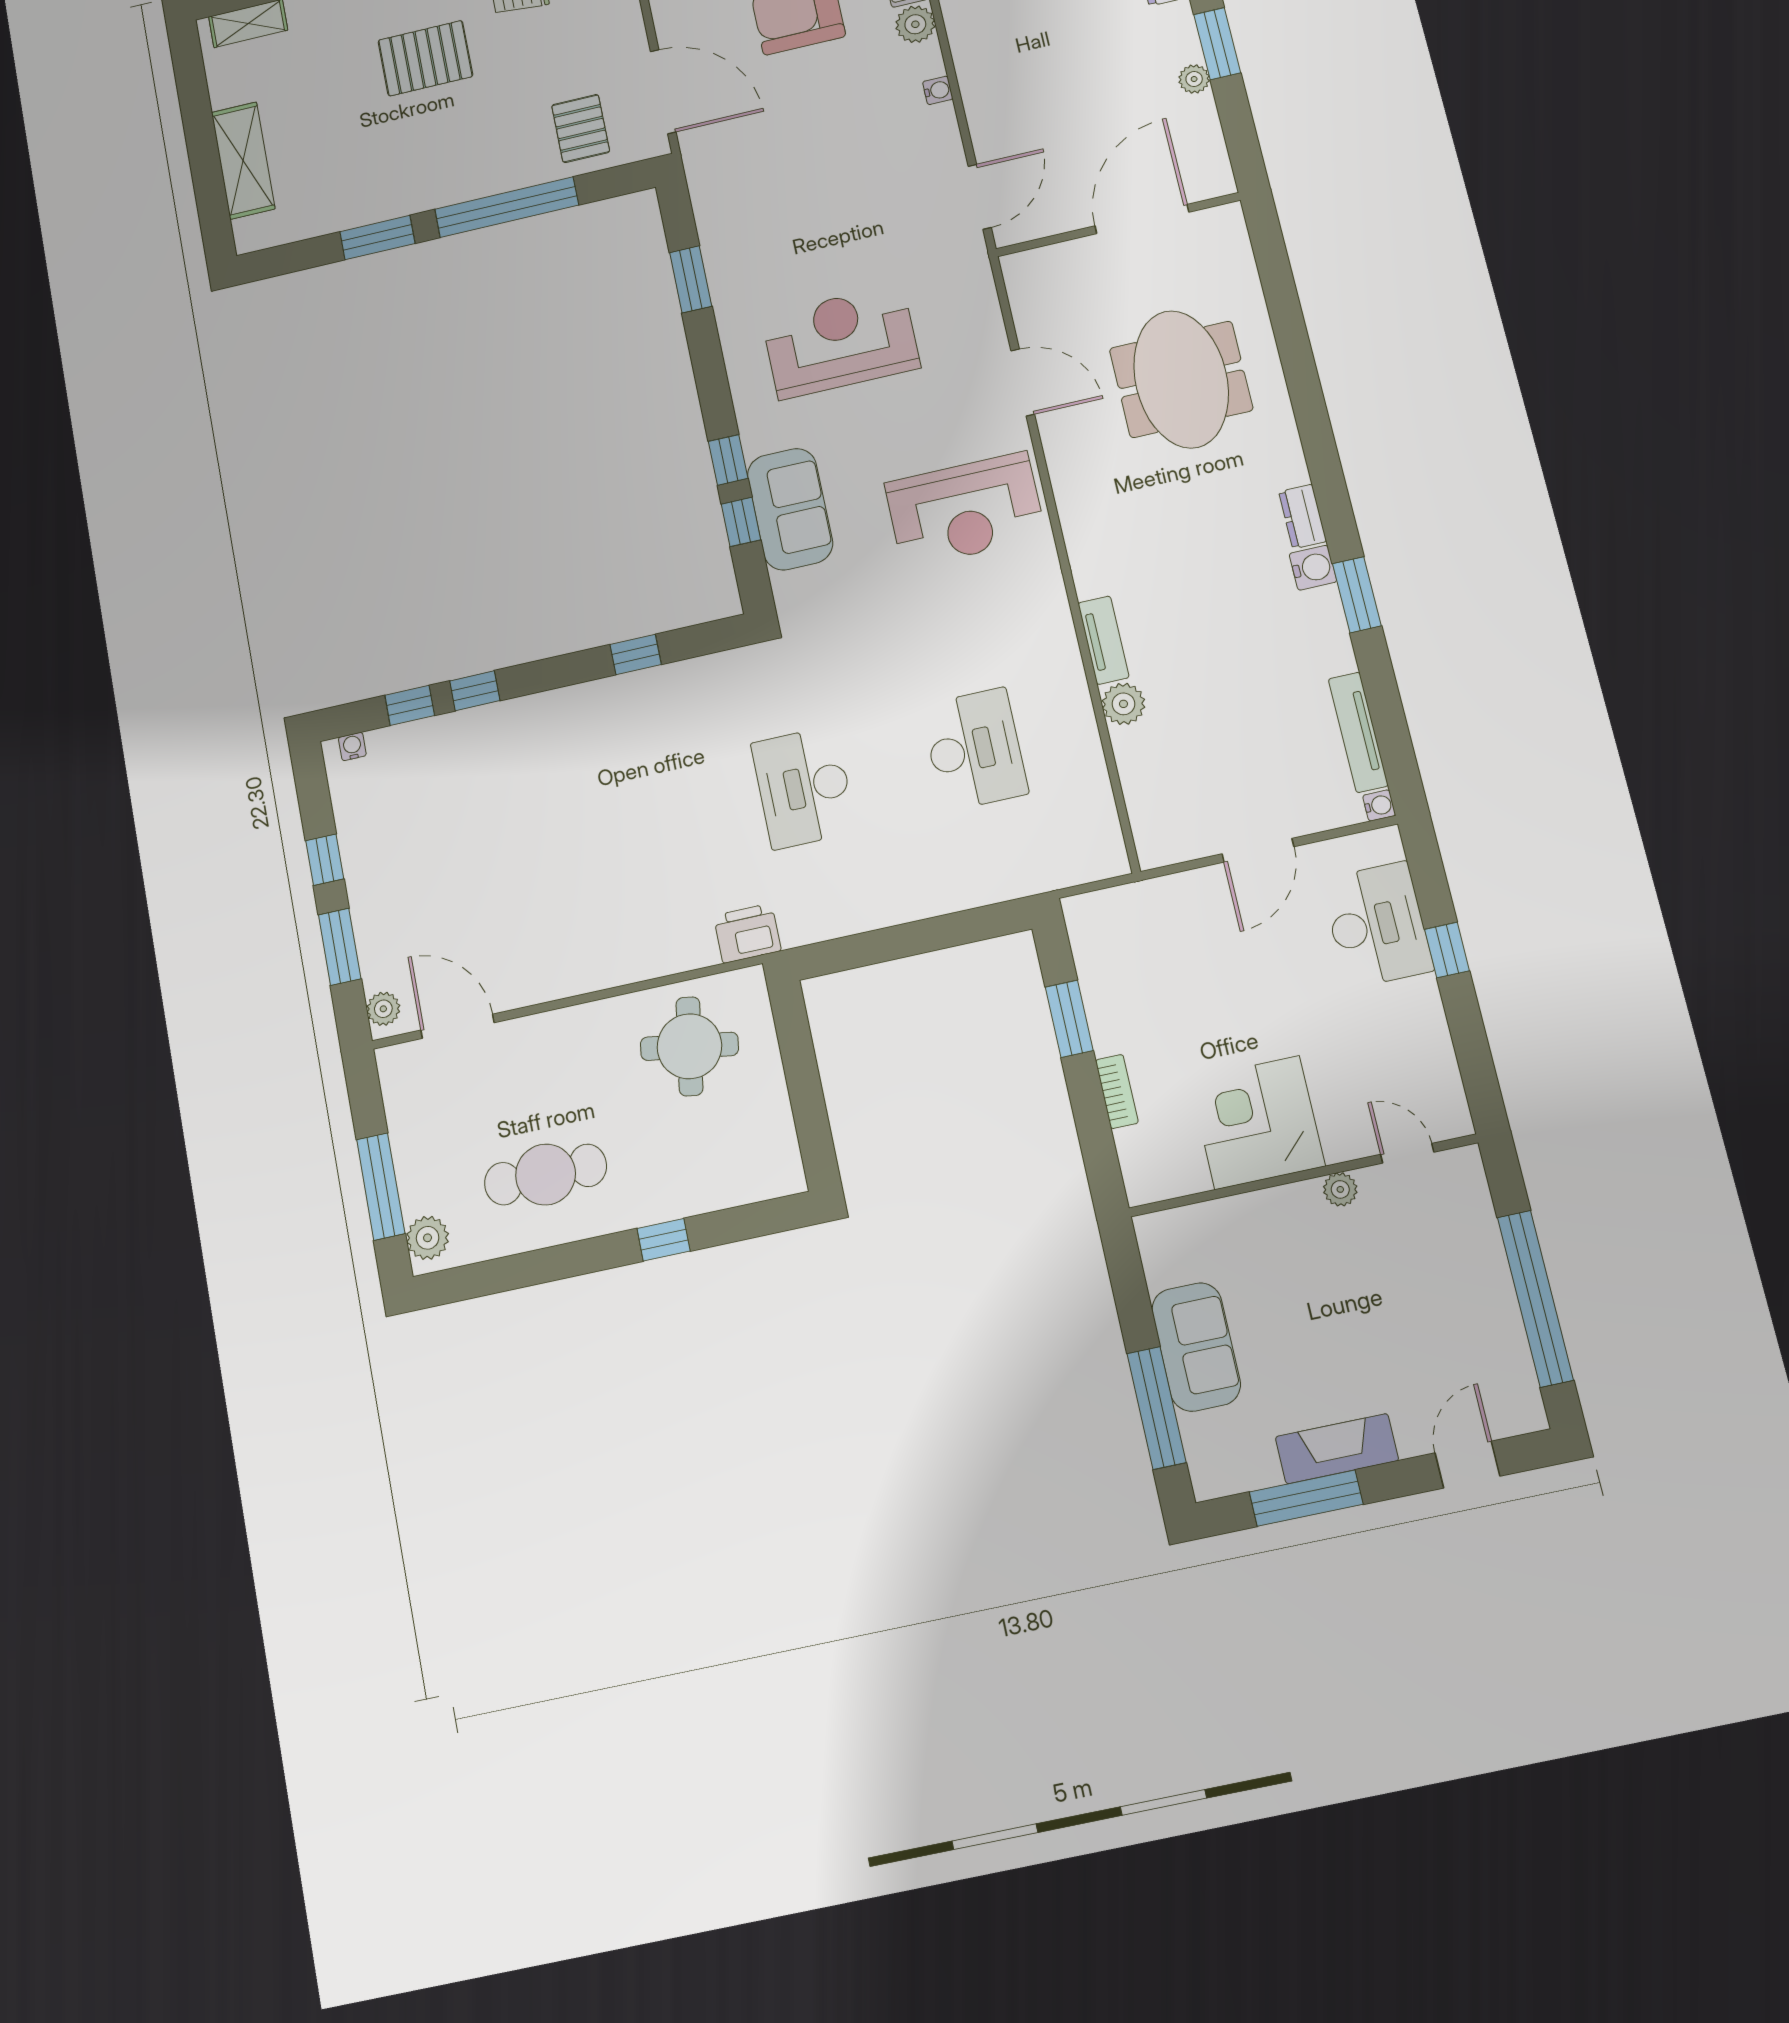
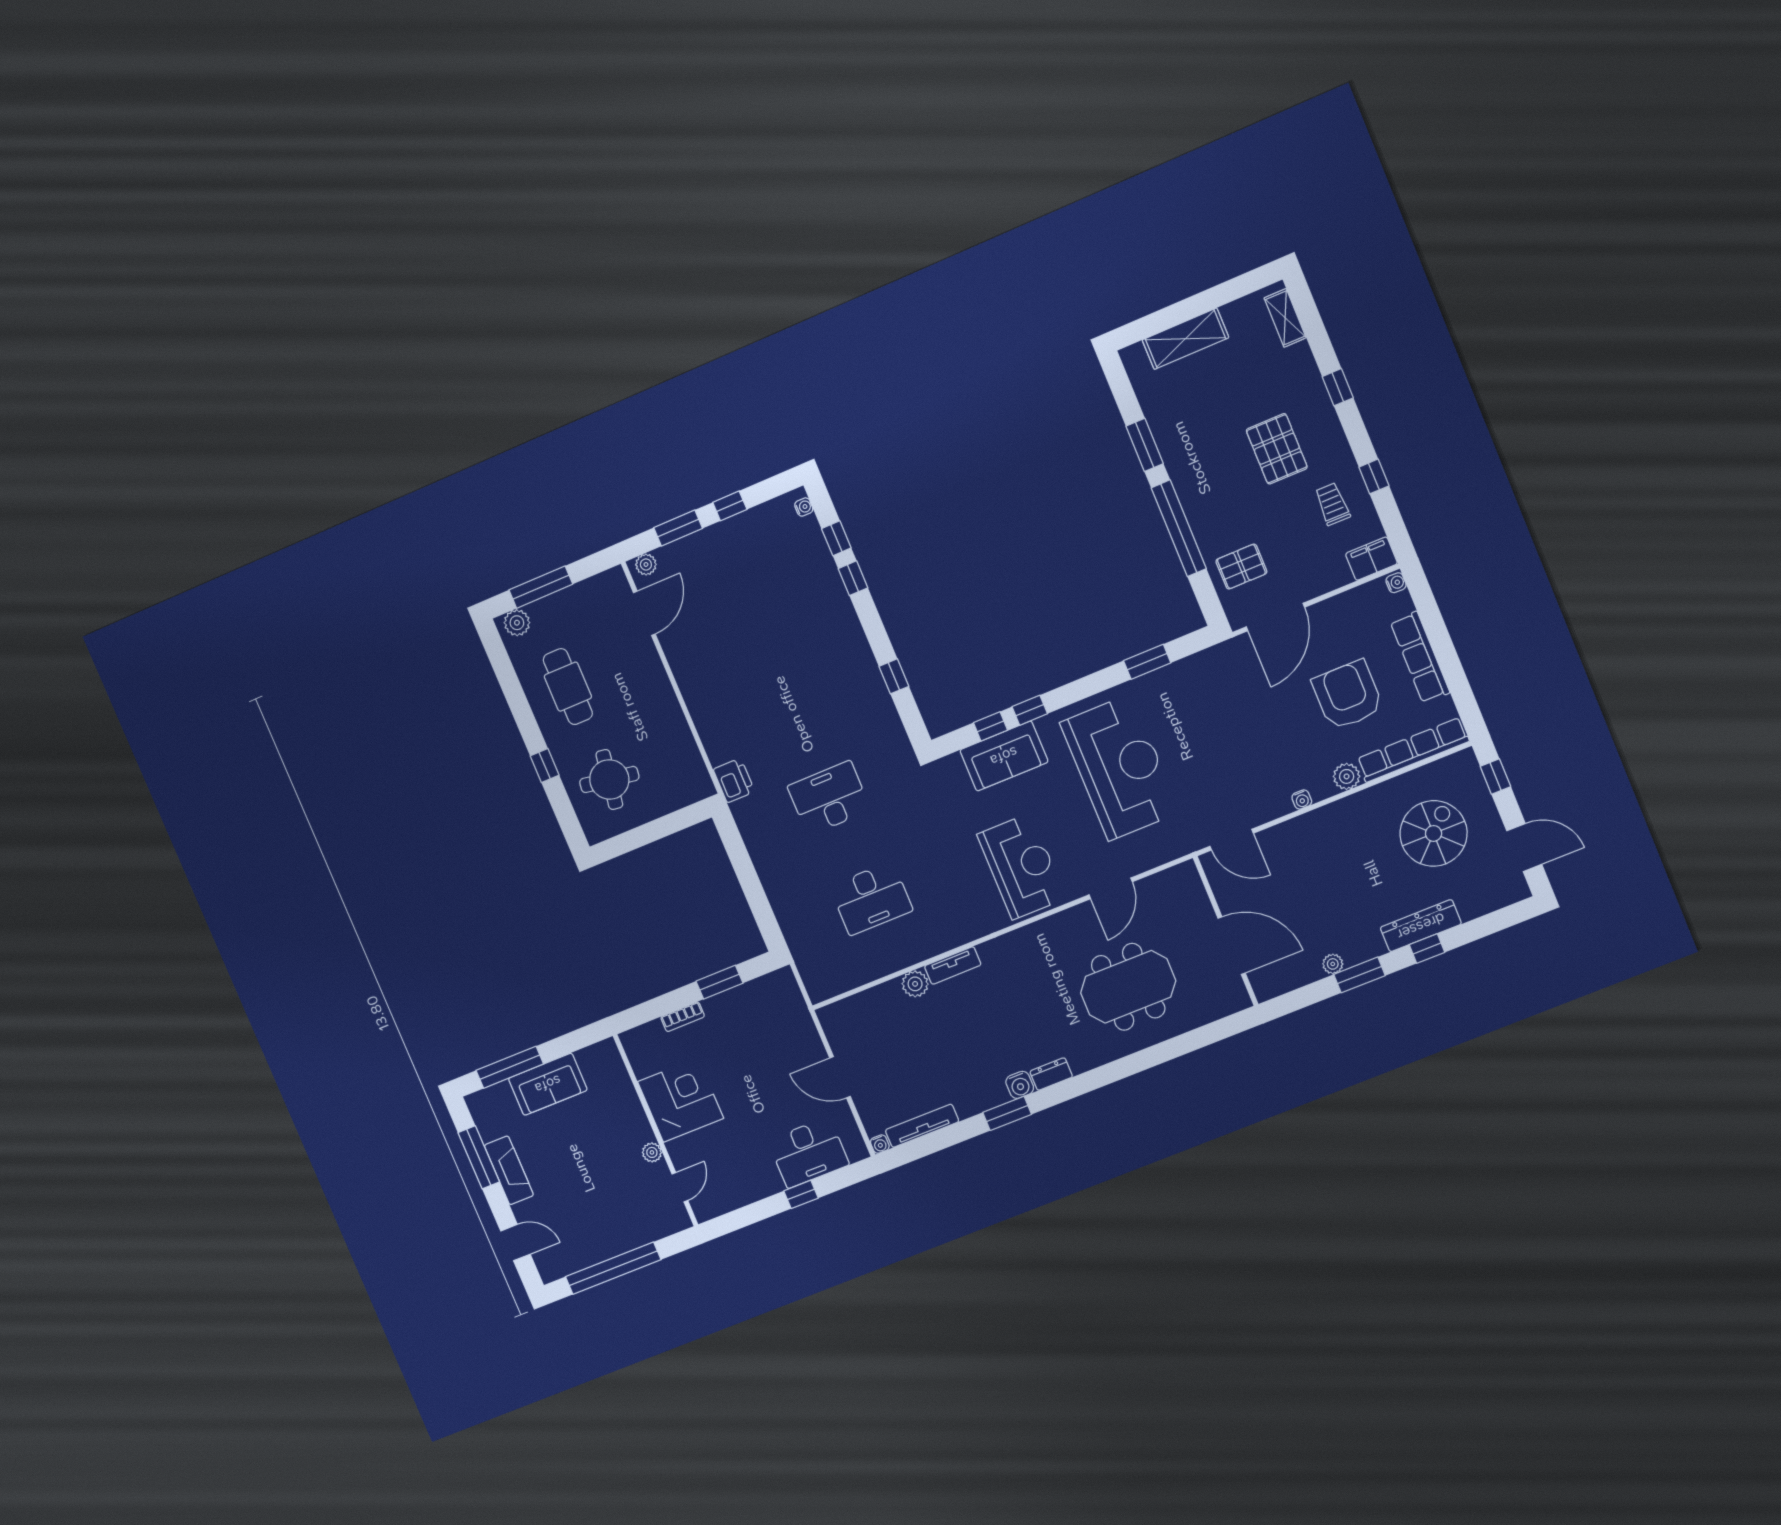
reception desk: (841, 342) -> (1120, 768), width x1.36, depth x1.30
reception desk: (965, 510) -> (1021, 866), turned 180
round table: (689, 1046) -> (609, 780), moved

